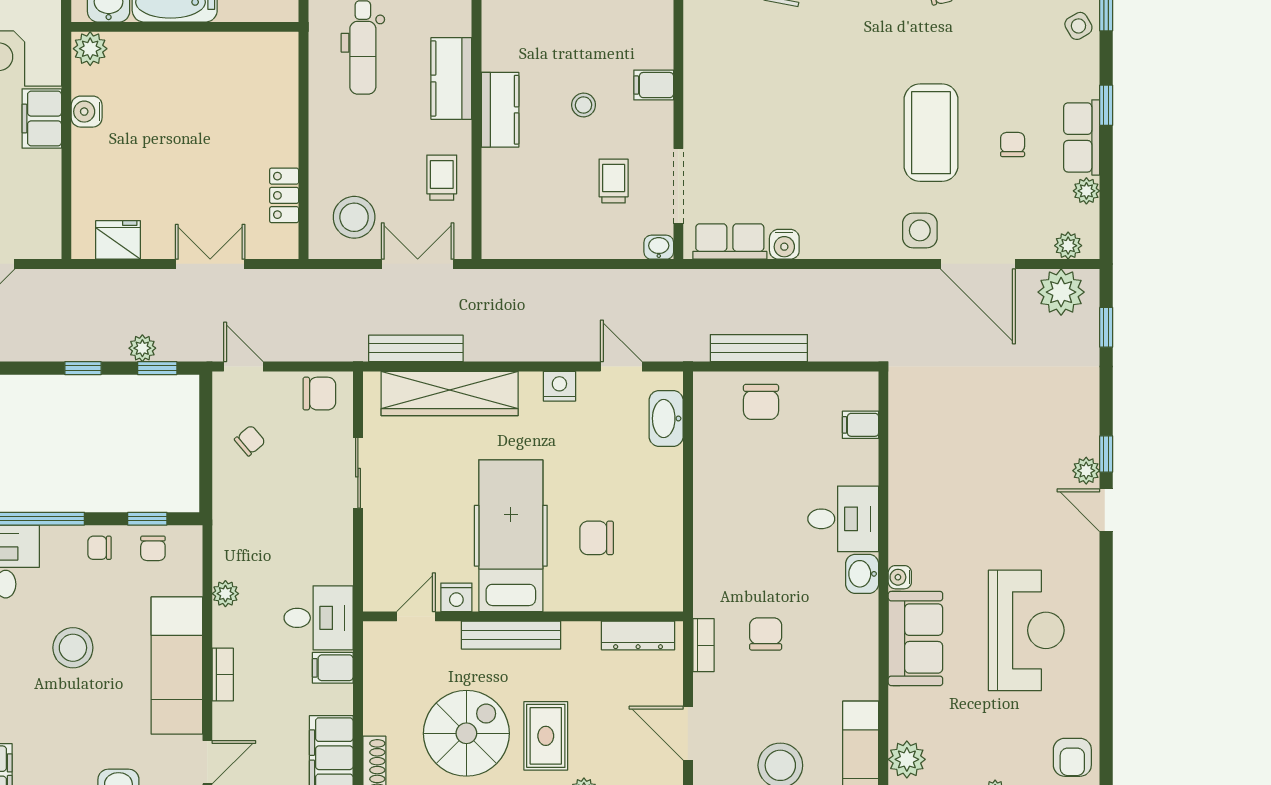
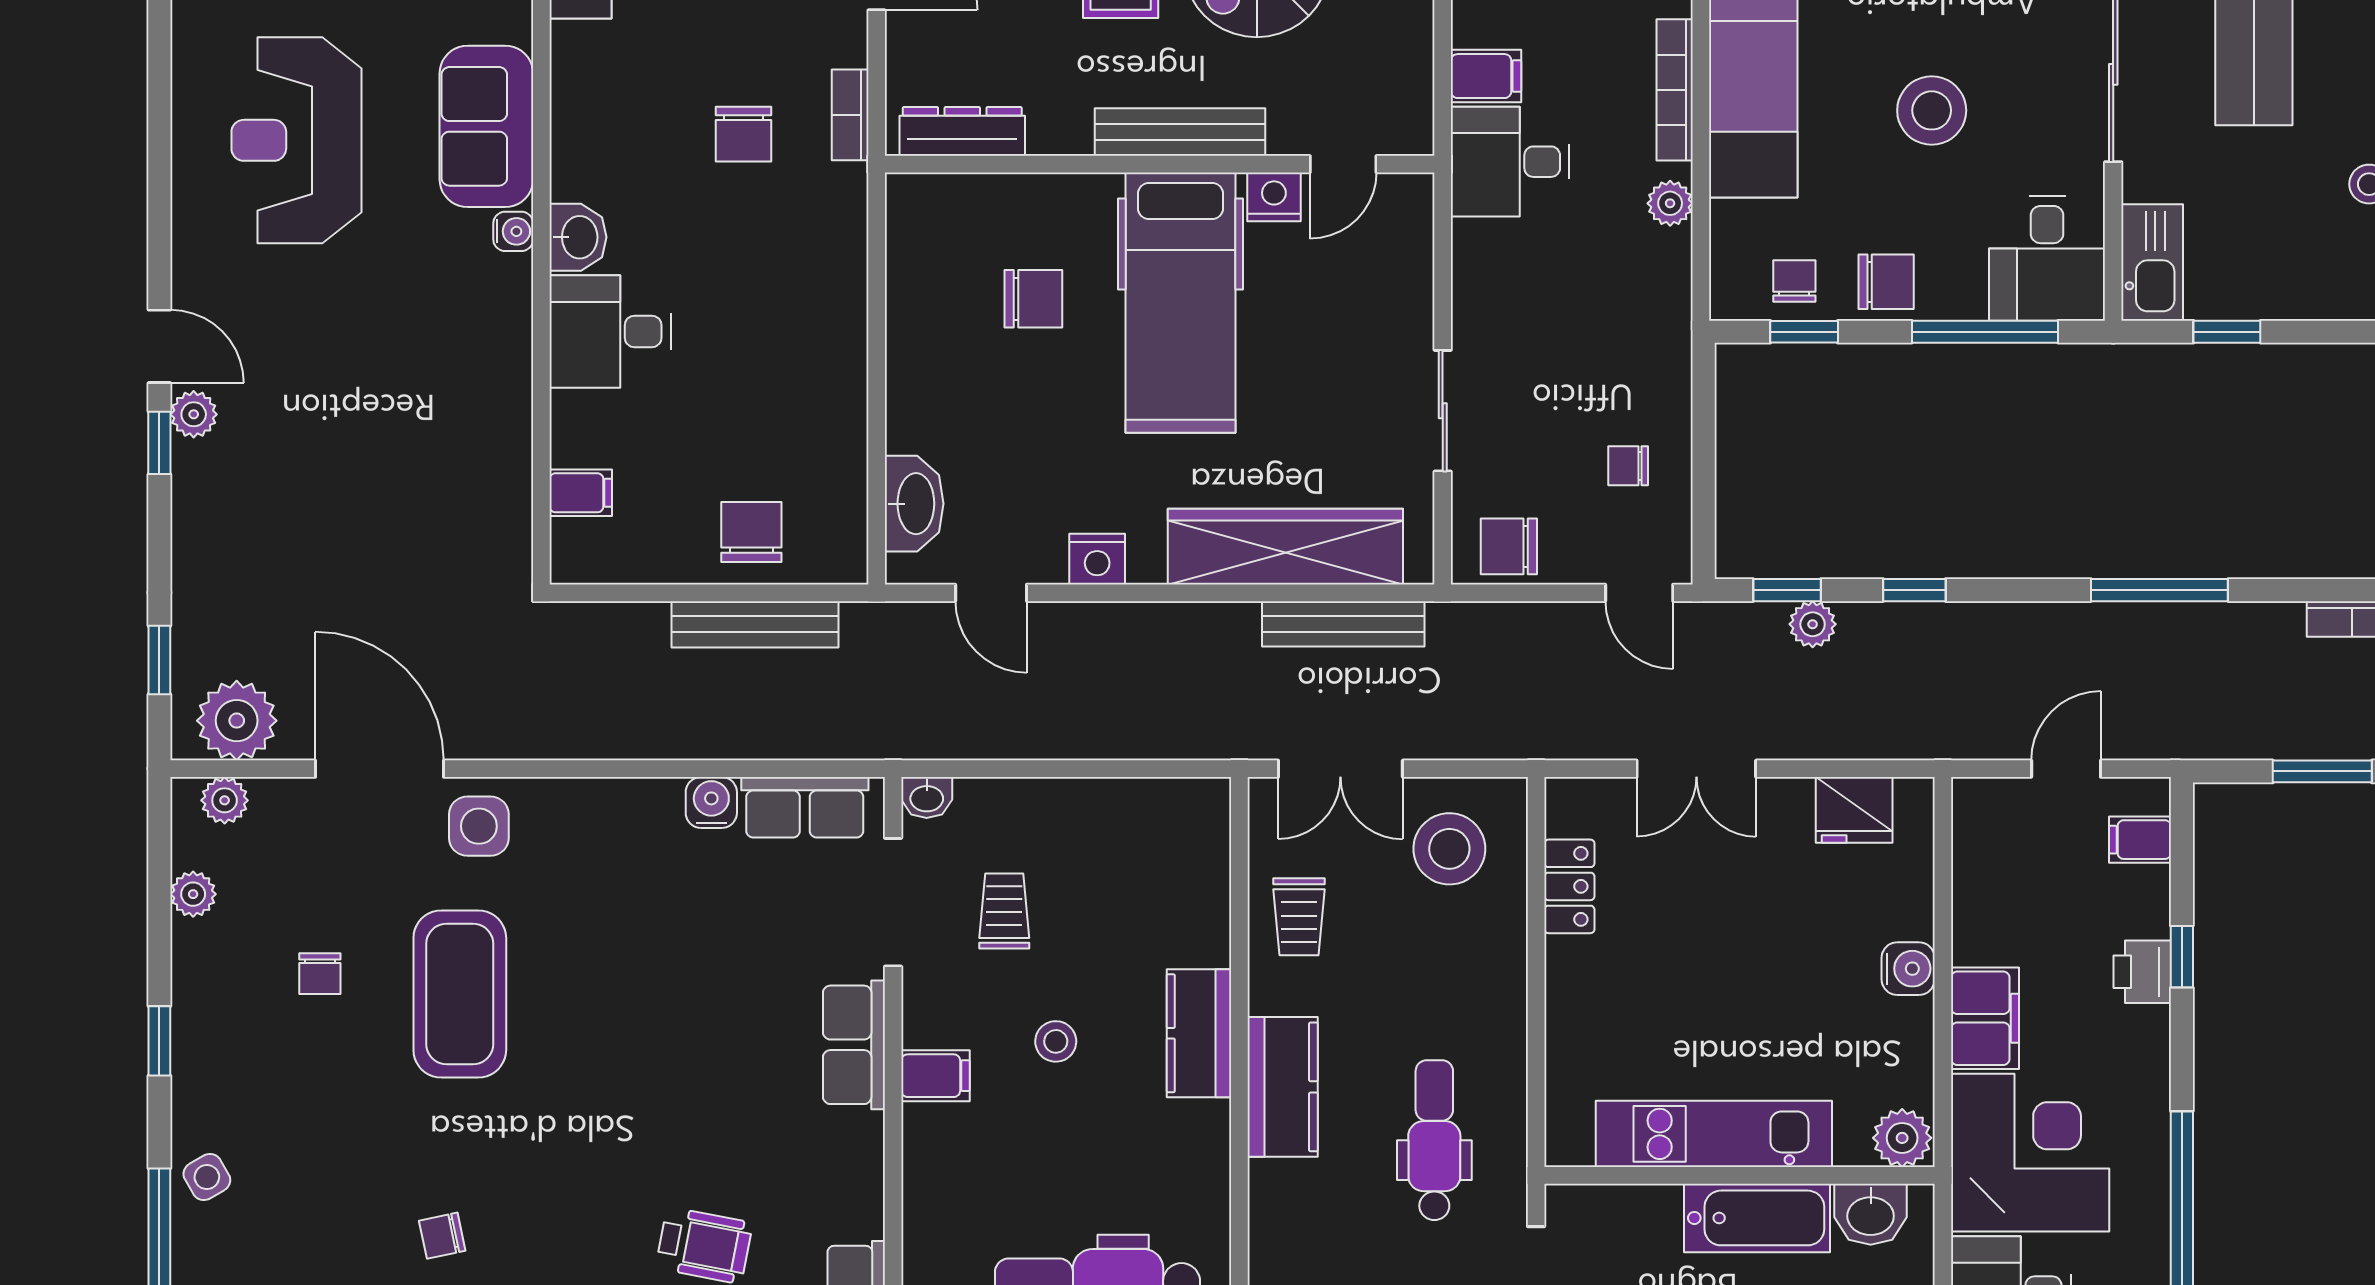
kitchen unit: (200, 51) -> (1714, 1134), added
water cooler: (87, 112) -> (1908, 969), moved
row of seats: (1082, 137) -> (854, 1045), moved, turned 180
trolley: (614, 181) -> (1004, 911), turned 180
chair: (250, 441) -> (1628, 466), turned 40
chair: (99, 548) -> (1886, 282), width x1.37, depth x1.37
bookcase: (223, 675) -> (1675, 90), width x1.56

